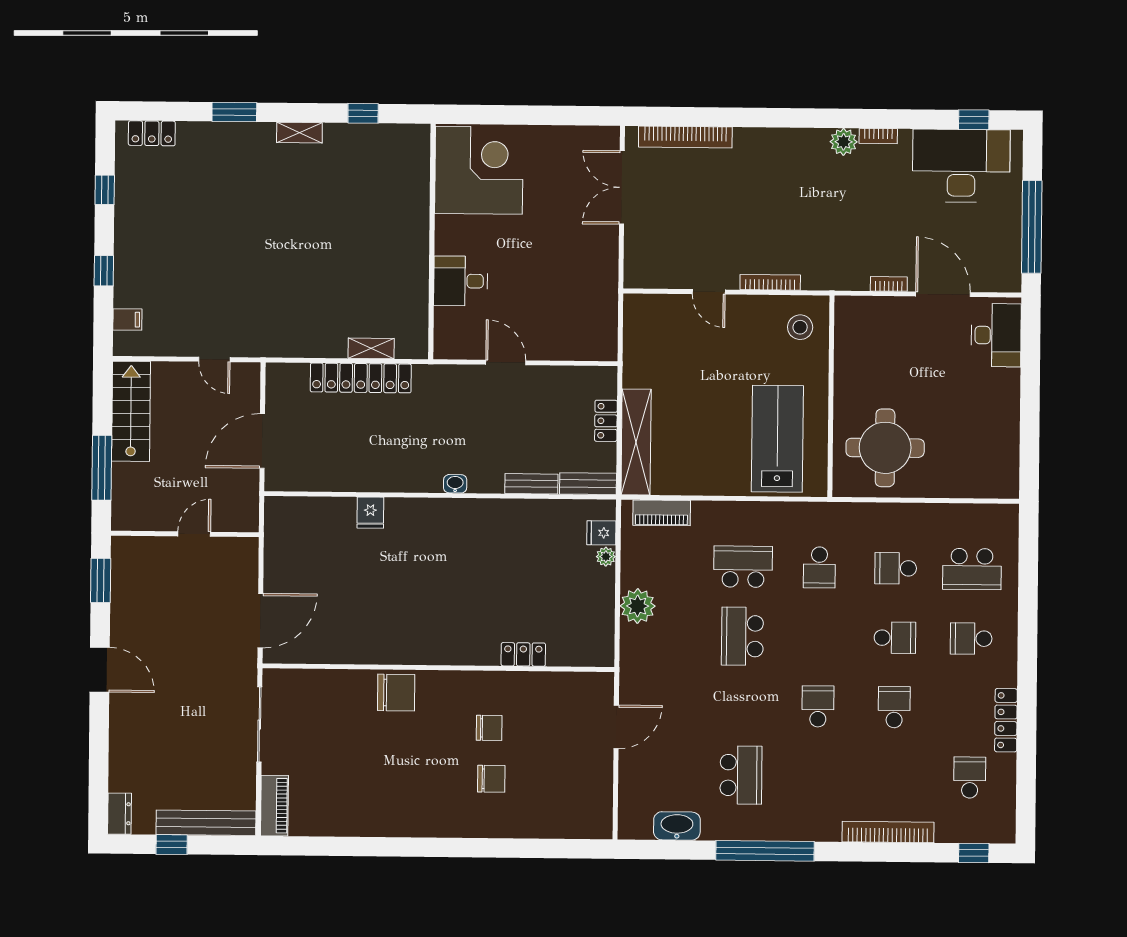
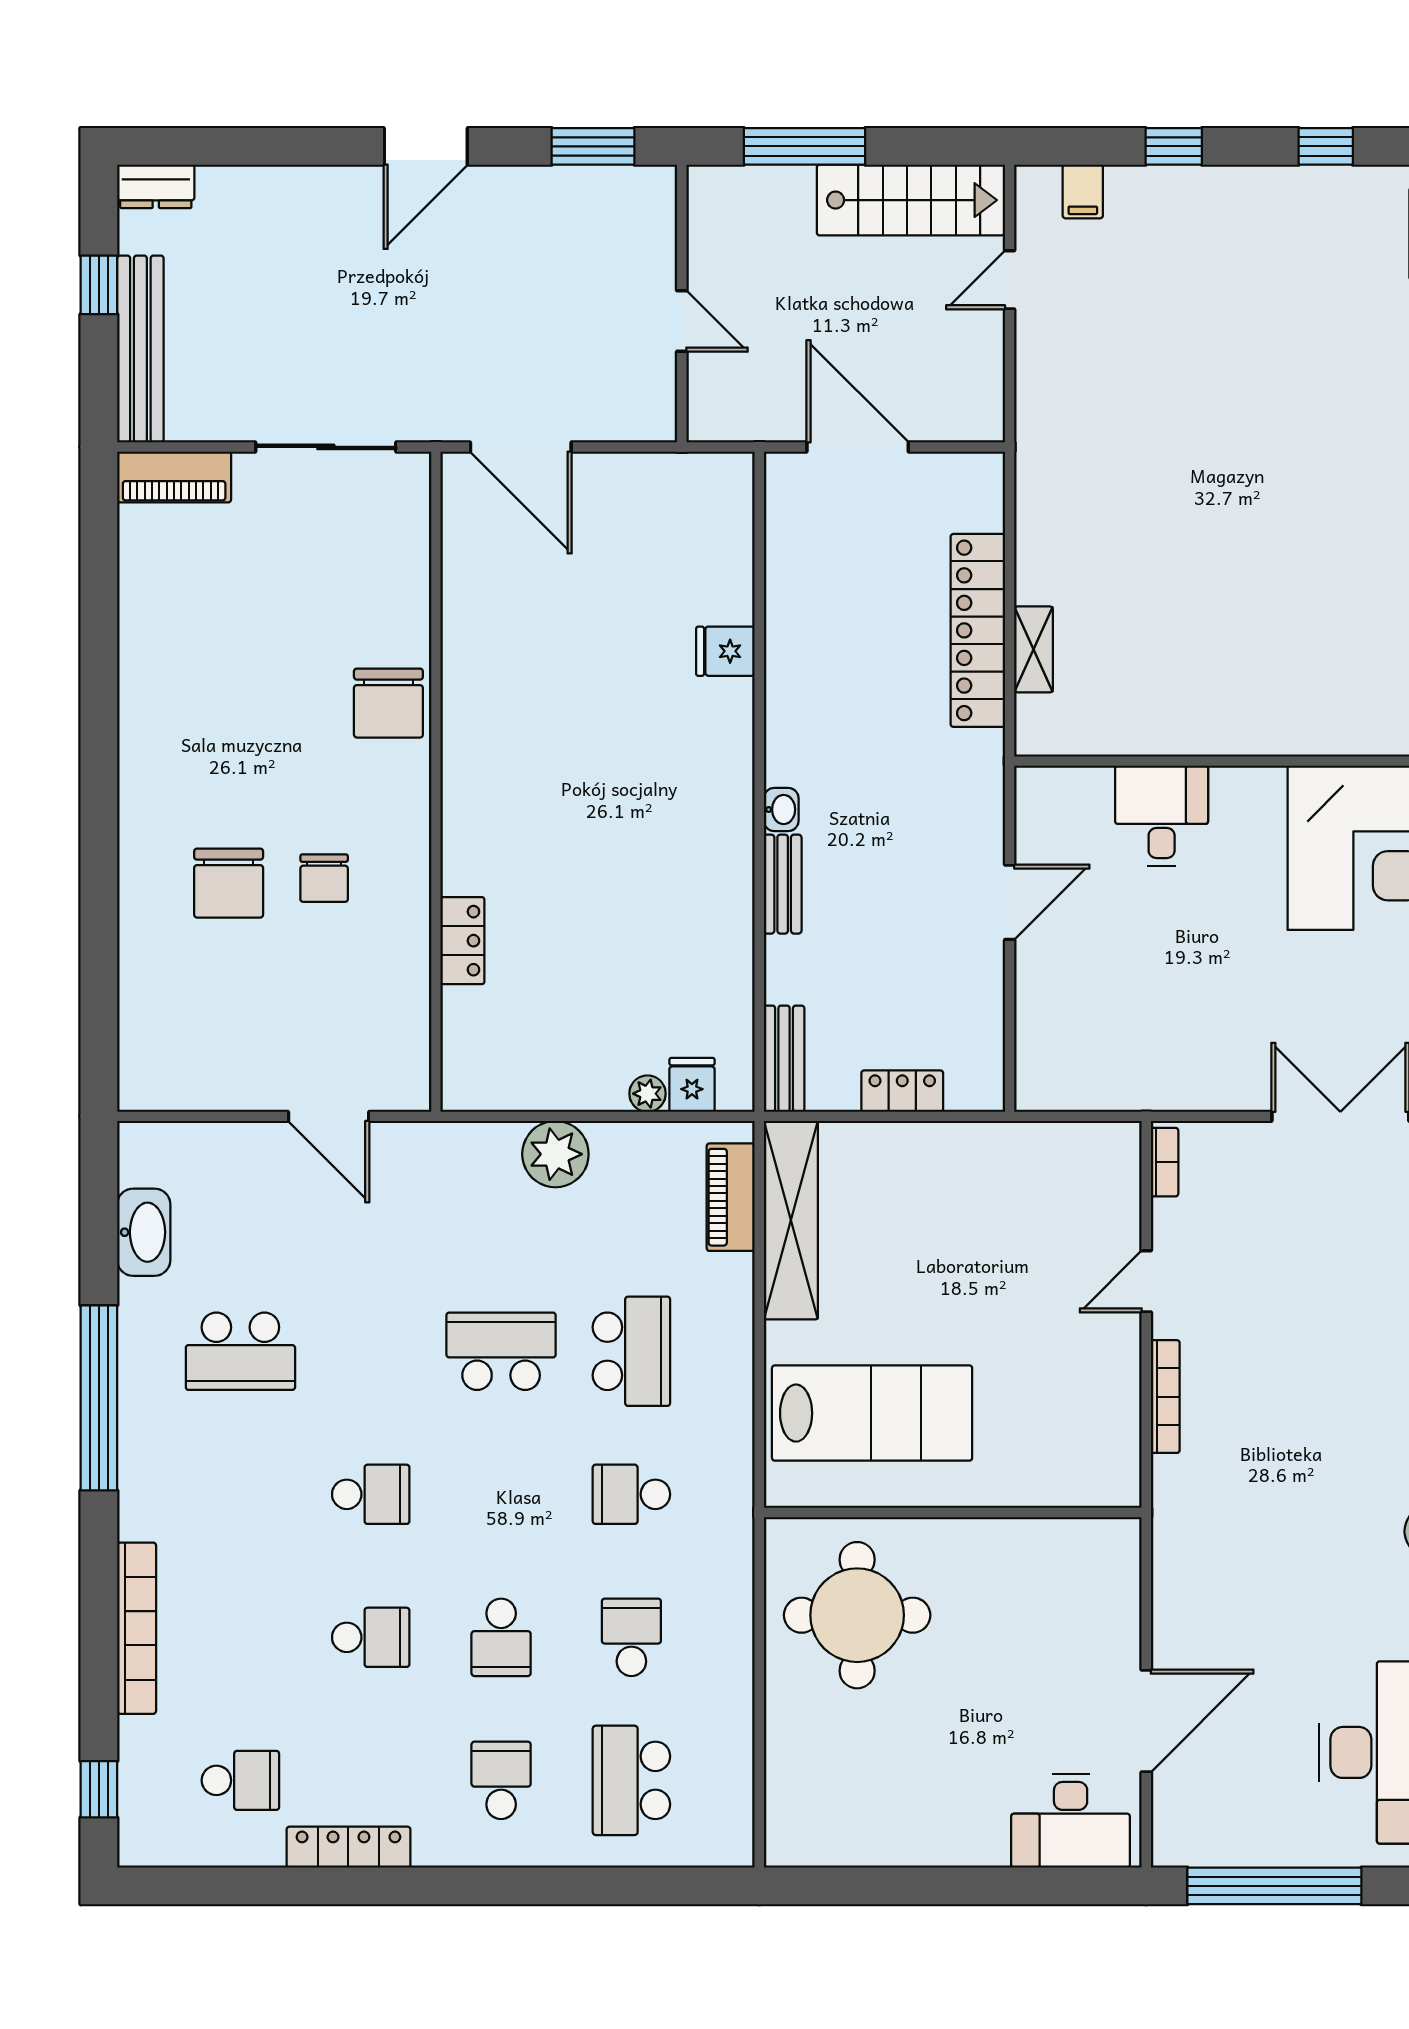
bookcase: (889, 284) -> (1165, 1162), moved
stool: (800, 327) -> (1082, 1453), removed
door: (214, 359) -> (1010, 280), moved
shelving: (636, 442) -> (791, 1220), moved, turned 90
bench: (531, 484) -> (783, 884), moved
chair: (491, 779) -> (229, 883), width x1.37, depth x1.37

